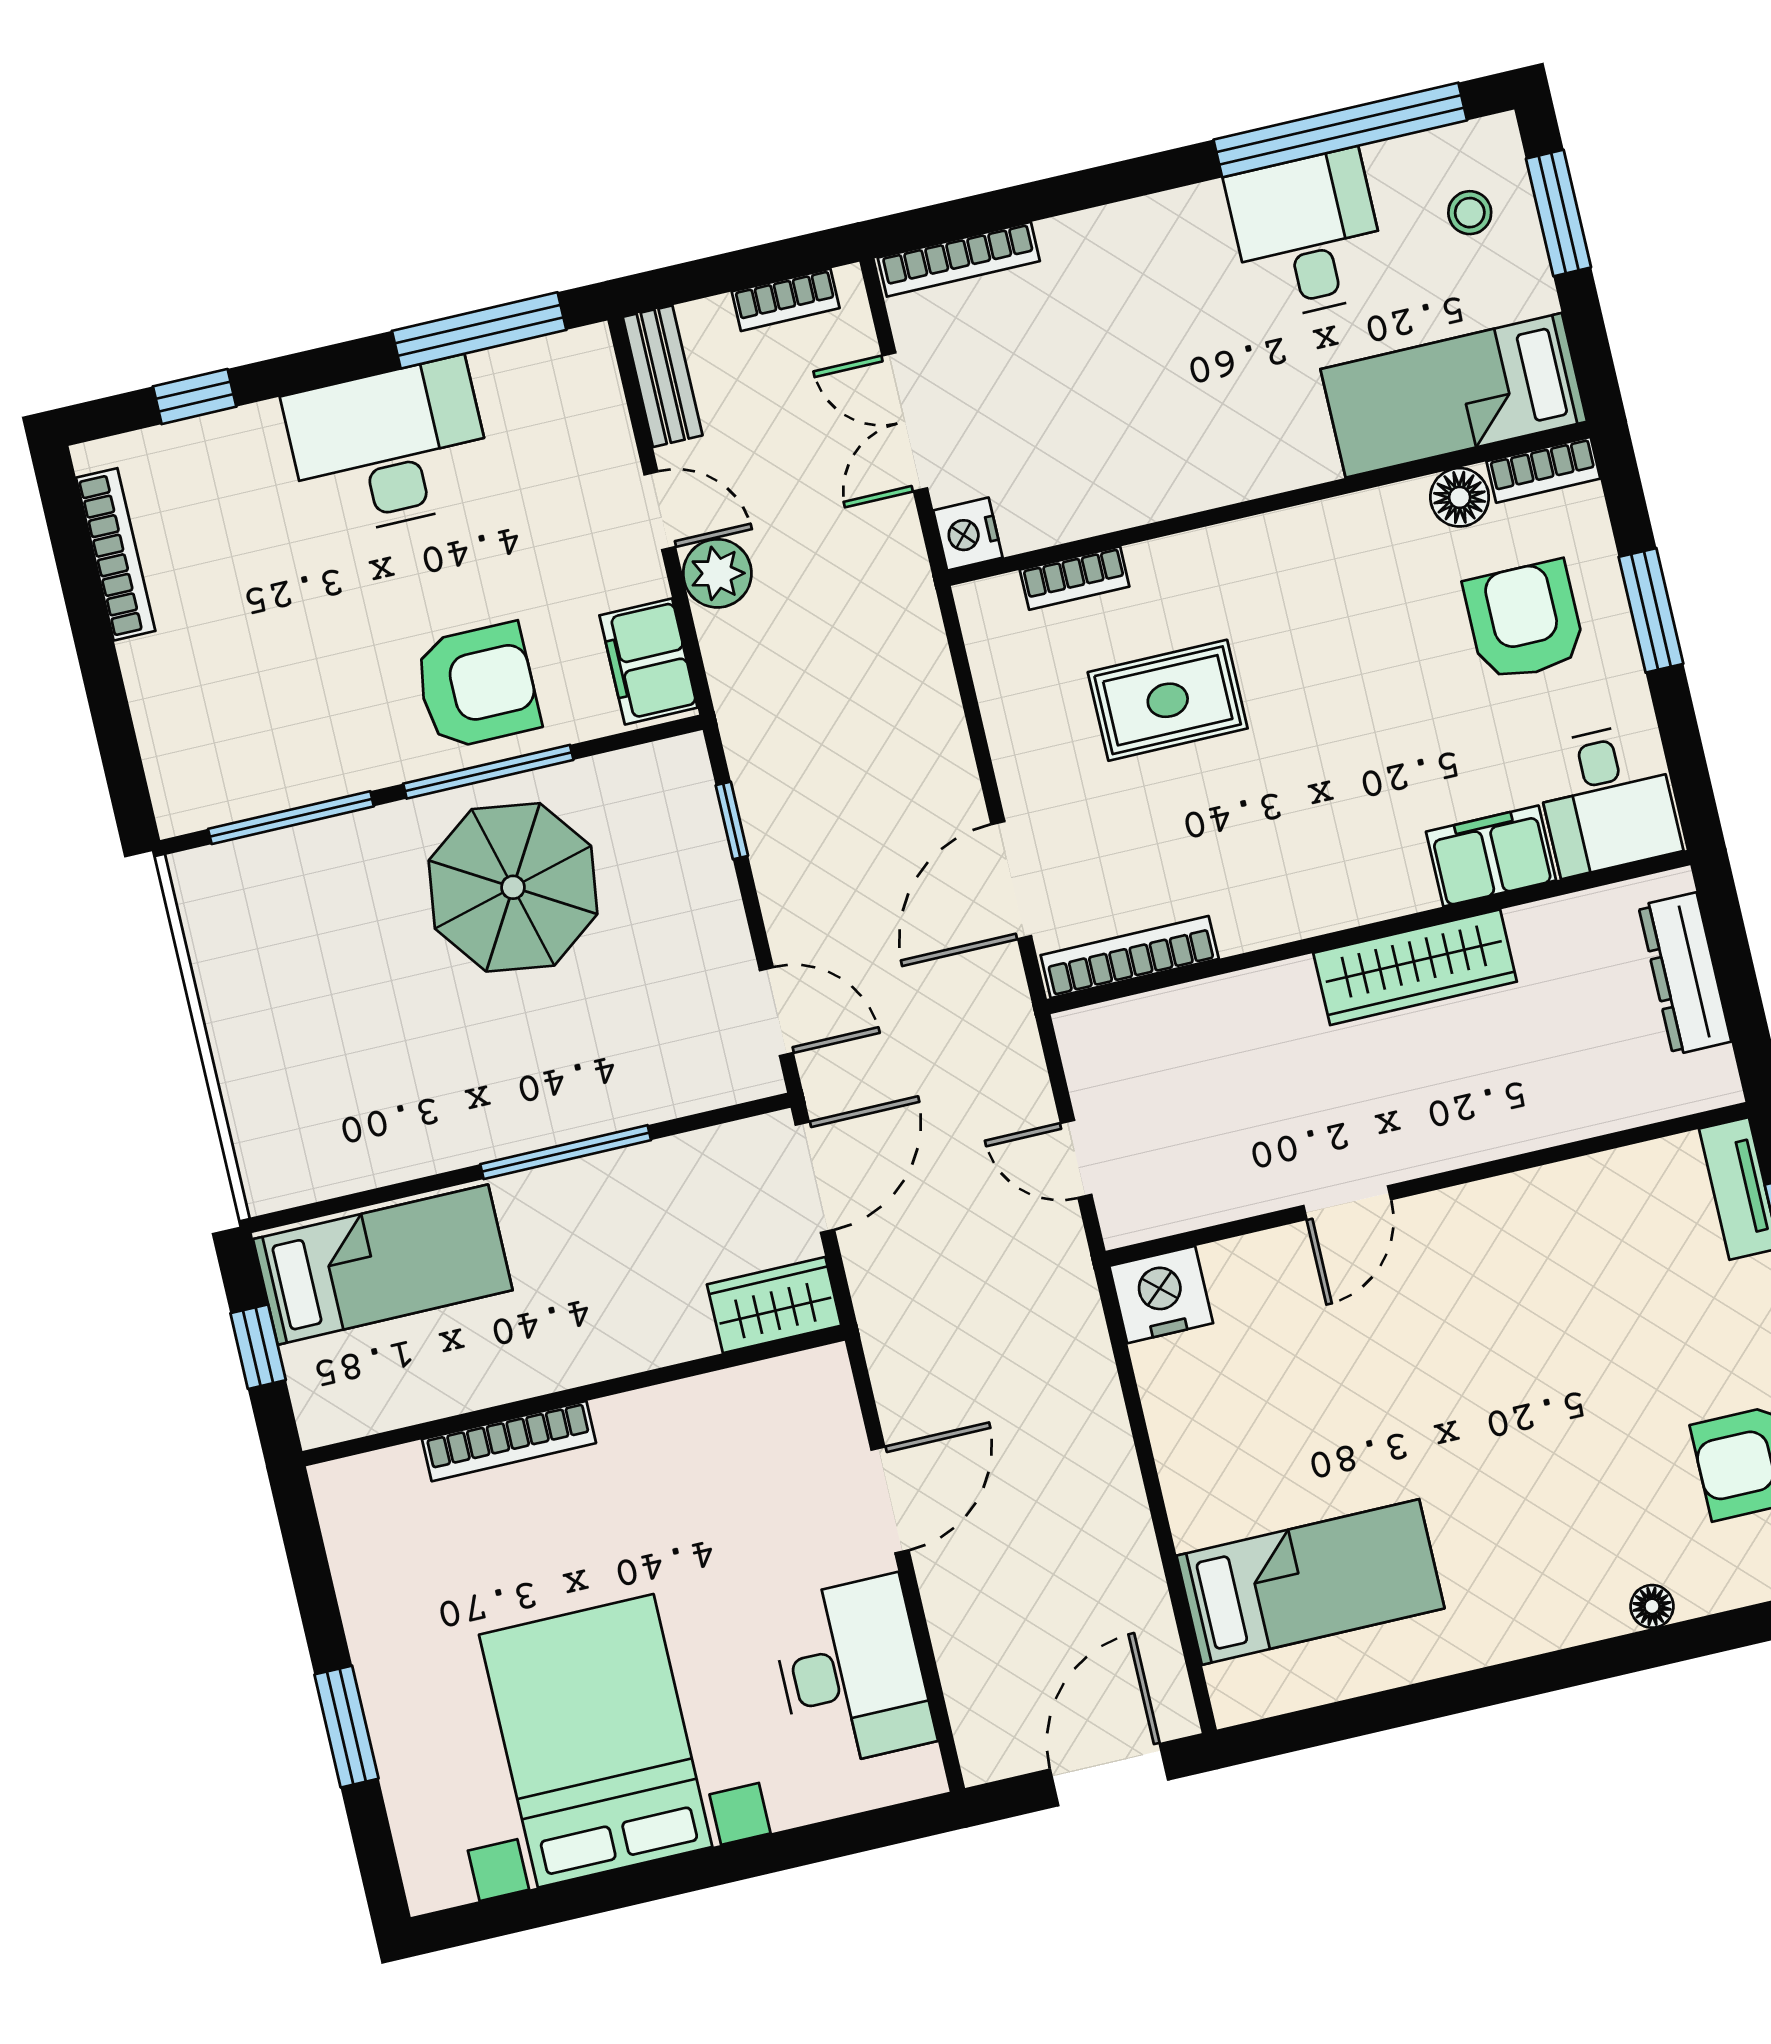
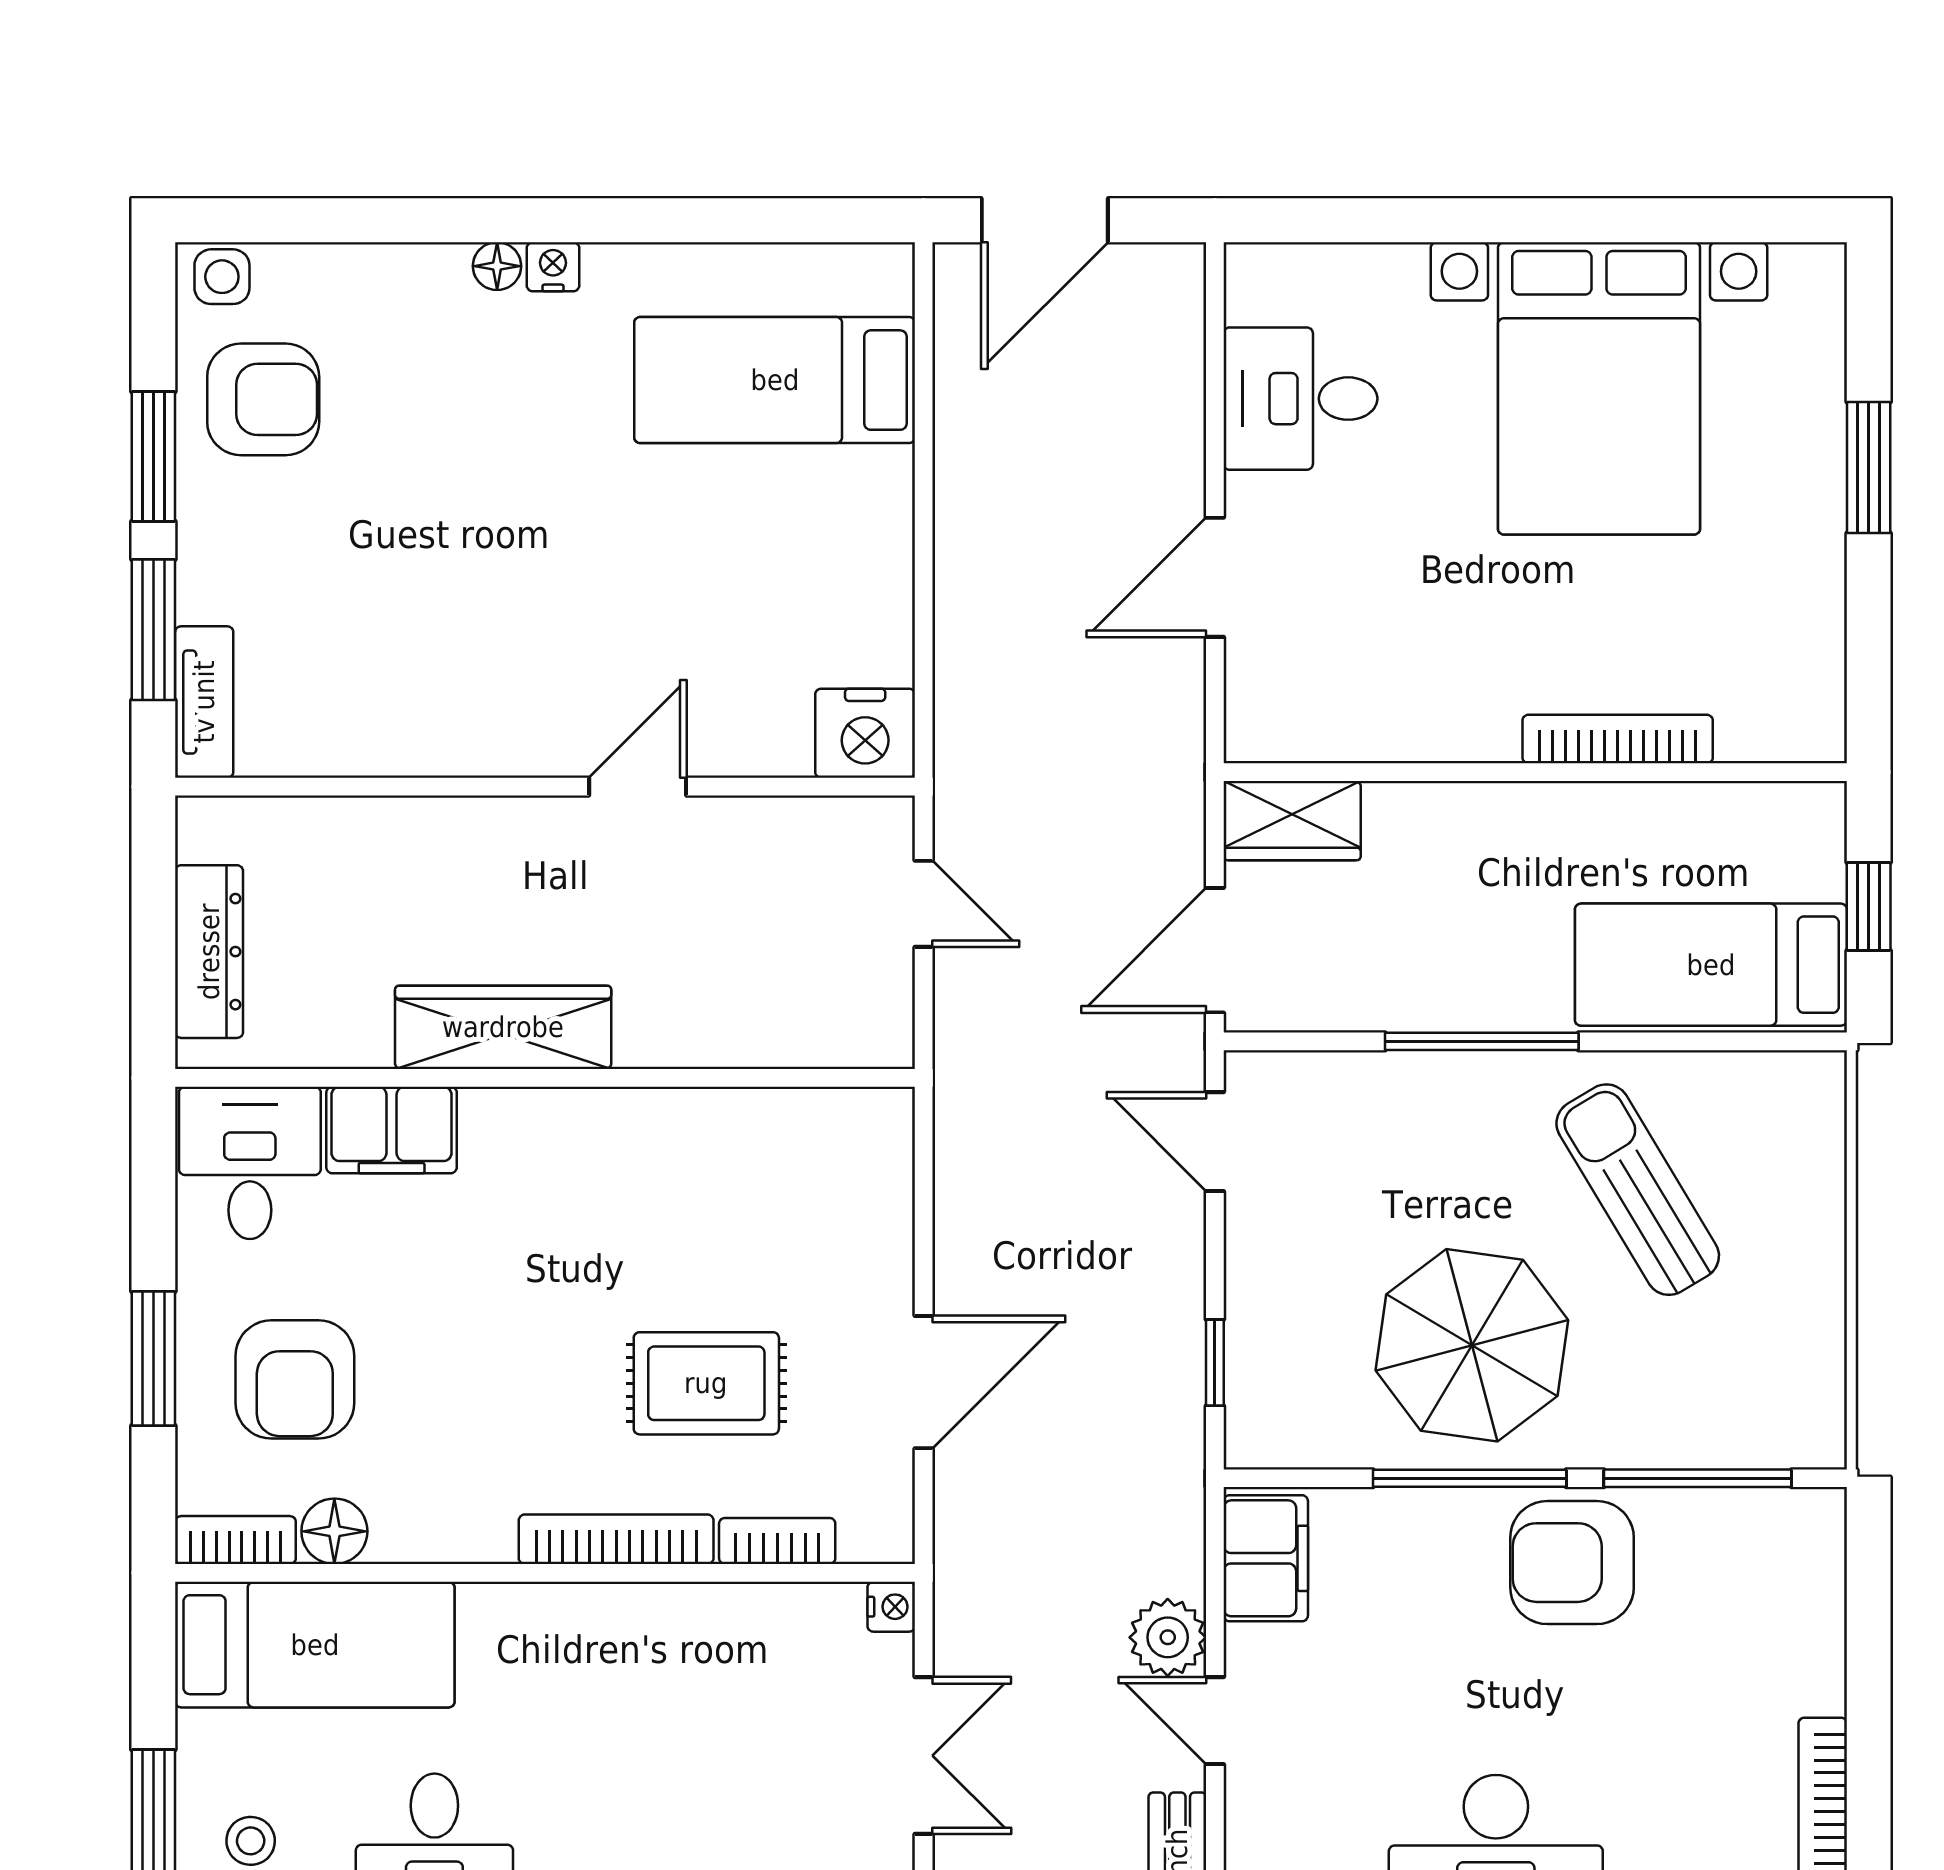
nightstand: (968, 534) -> (891, 1607), width x0.72, depth x0.74
armchair: (477, 686) -> (1572, 1563), moved
door: (1011, 880) -> (924, 1382), moved
bookcase: (1130, 957) -> (616, 1539), moved, turned 180
sun lounger: (401, 1055) -> (1638, 1190), added
floor lamp: (1652, 1606) -> (497, 266), moved
nightstand: (1525, 1635) -> (553, 267), added
desk: (852, 1672) -> (1300, 399), width x0.73

